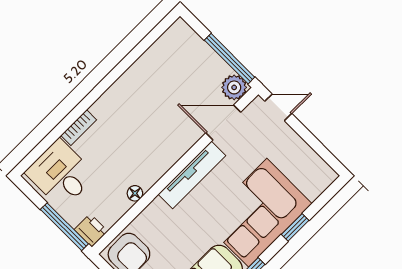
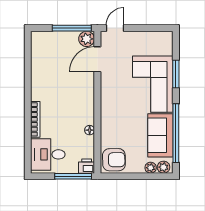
bookcase: (79, 128) -> (35, 119), width x1.56
tv unit: (192, 175) -> (107, 97), removed
window: (295, 227) -> (176, 74), width x1.50

